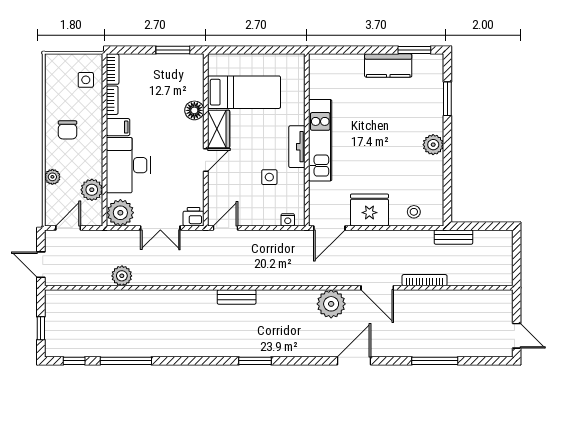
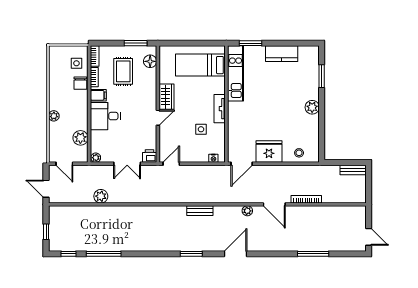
window: (414, 50) -> (250, 43), moved
rug: (155, 92) -> (123, 71), added
bed: (244, 92) -> (200, 65), moved, turned 180
floor lamp: (194, 110) -> (150, 61), moved
chair: (68, 130) -> (80, 83), moved
kitchen unit: (320, 140) -> (235, 73), moved
desk: (128, 165) -> (105, 116), width x0.73
plant: (52, 177) -> (54, 116), moved
plant: (120, 213) -> (96, 158), width x0.53, depth x0.53
door: (68, 228) -> (64, 164), swing flipped
bench: (453, 237) -> (353, 170), moved
bench: (237, 297) -> (200, 211), moved
plant: (331, 304) -> (247, 211), width x0.53, depth x0.53
door: (354, 361) -> (235, 254), moved

